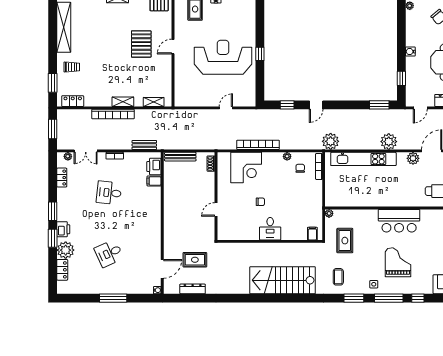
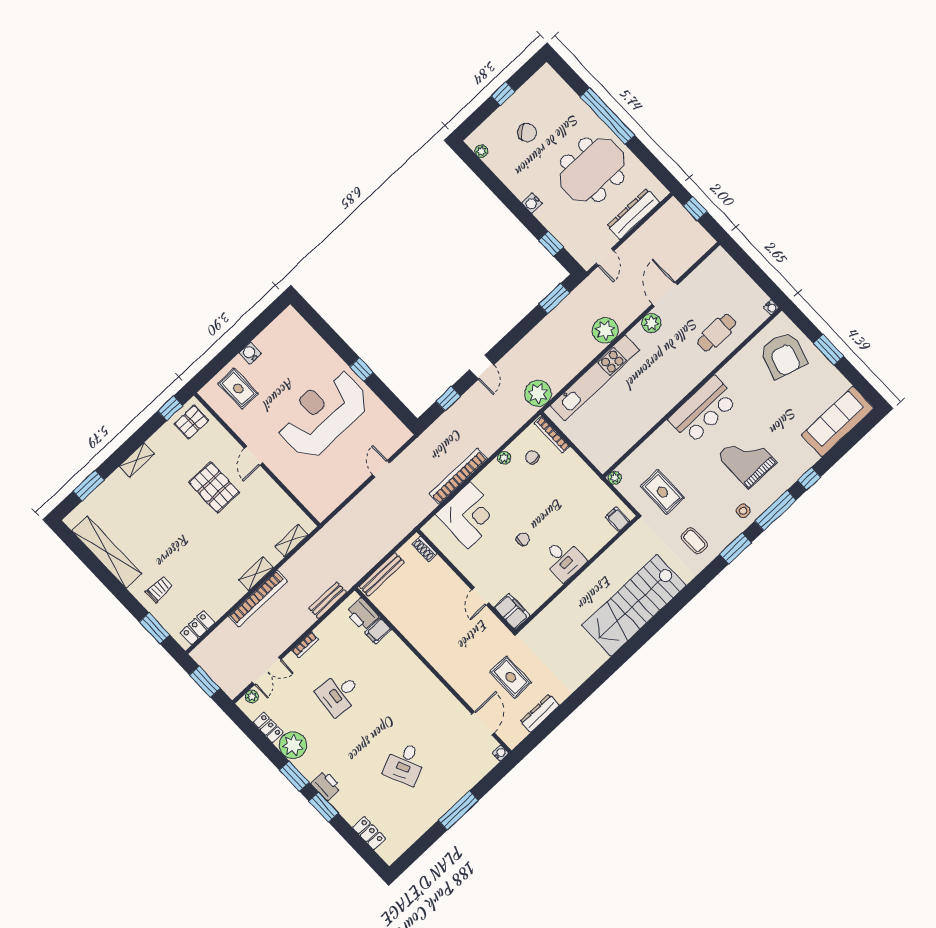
filing cabinet: (224, 230) -> (512, 611), added
plant: (66, 250) -> (293, 745), moved
rug: (195, 260) -> (511, 677), turned 90

